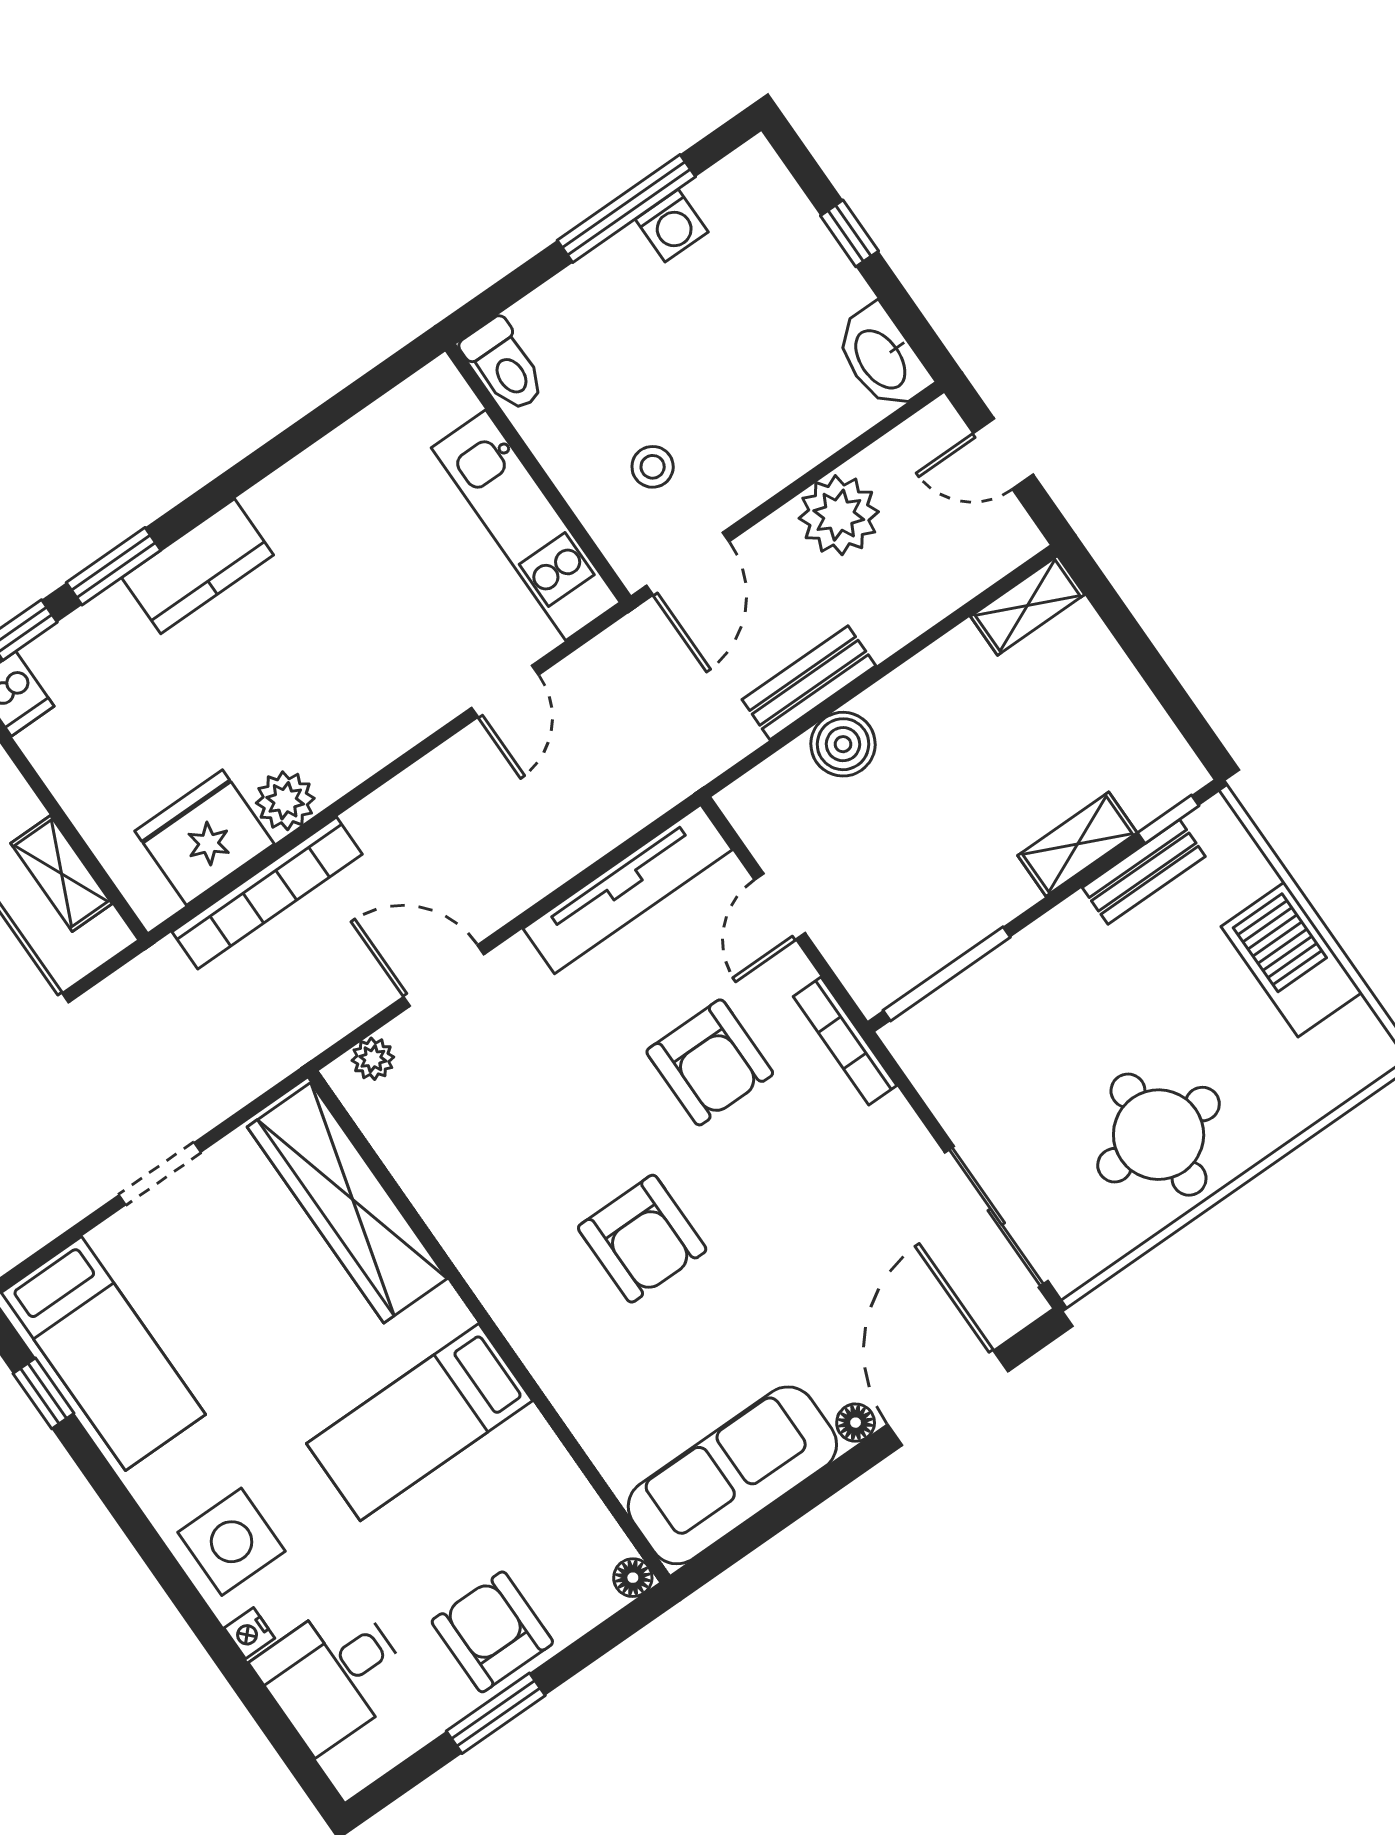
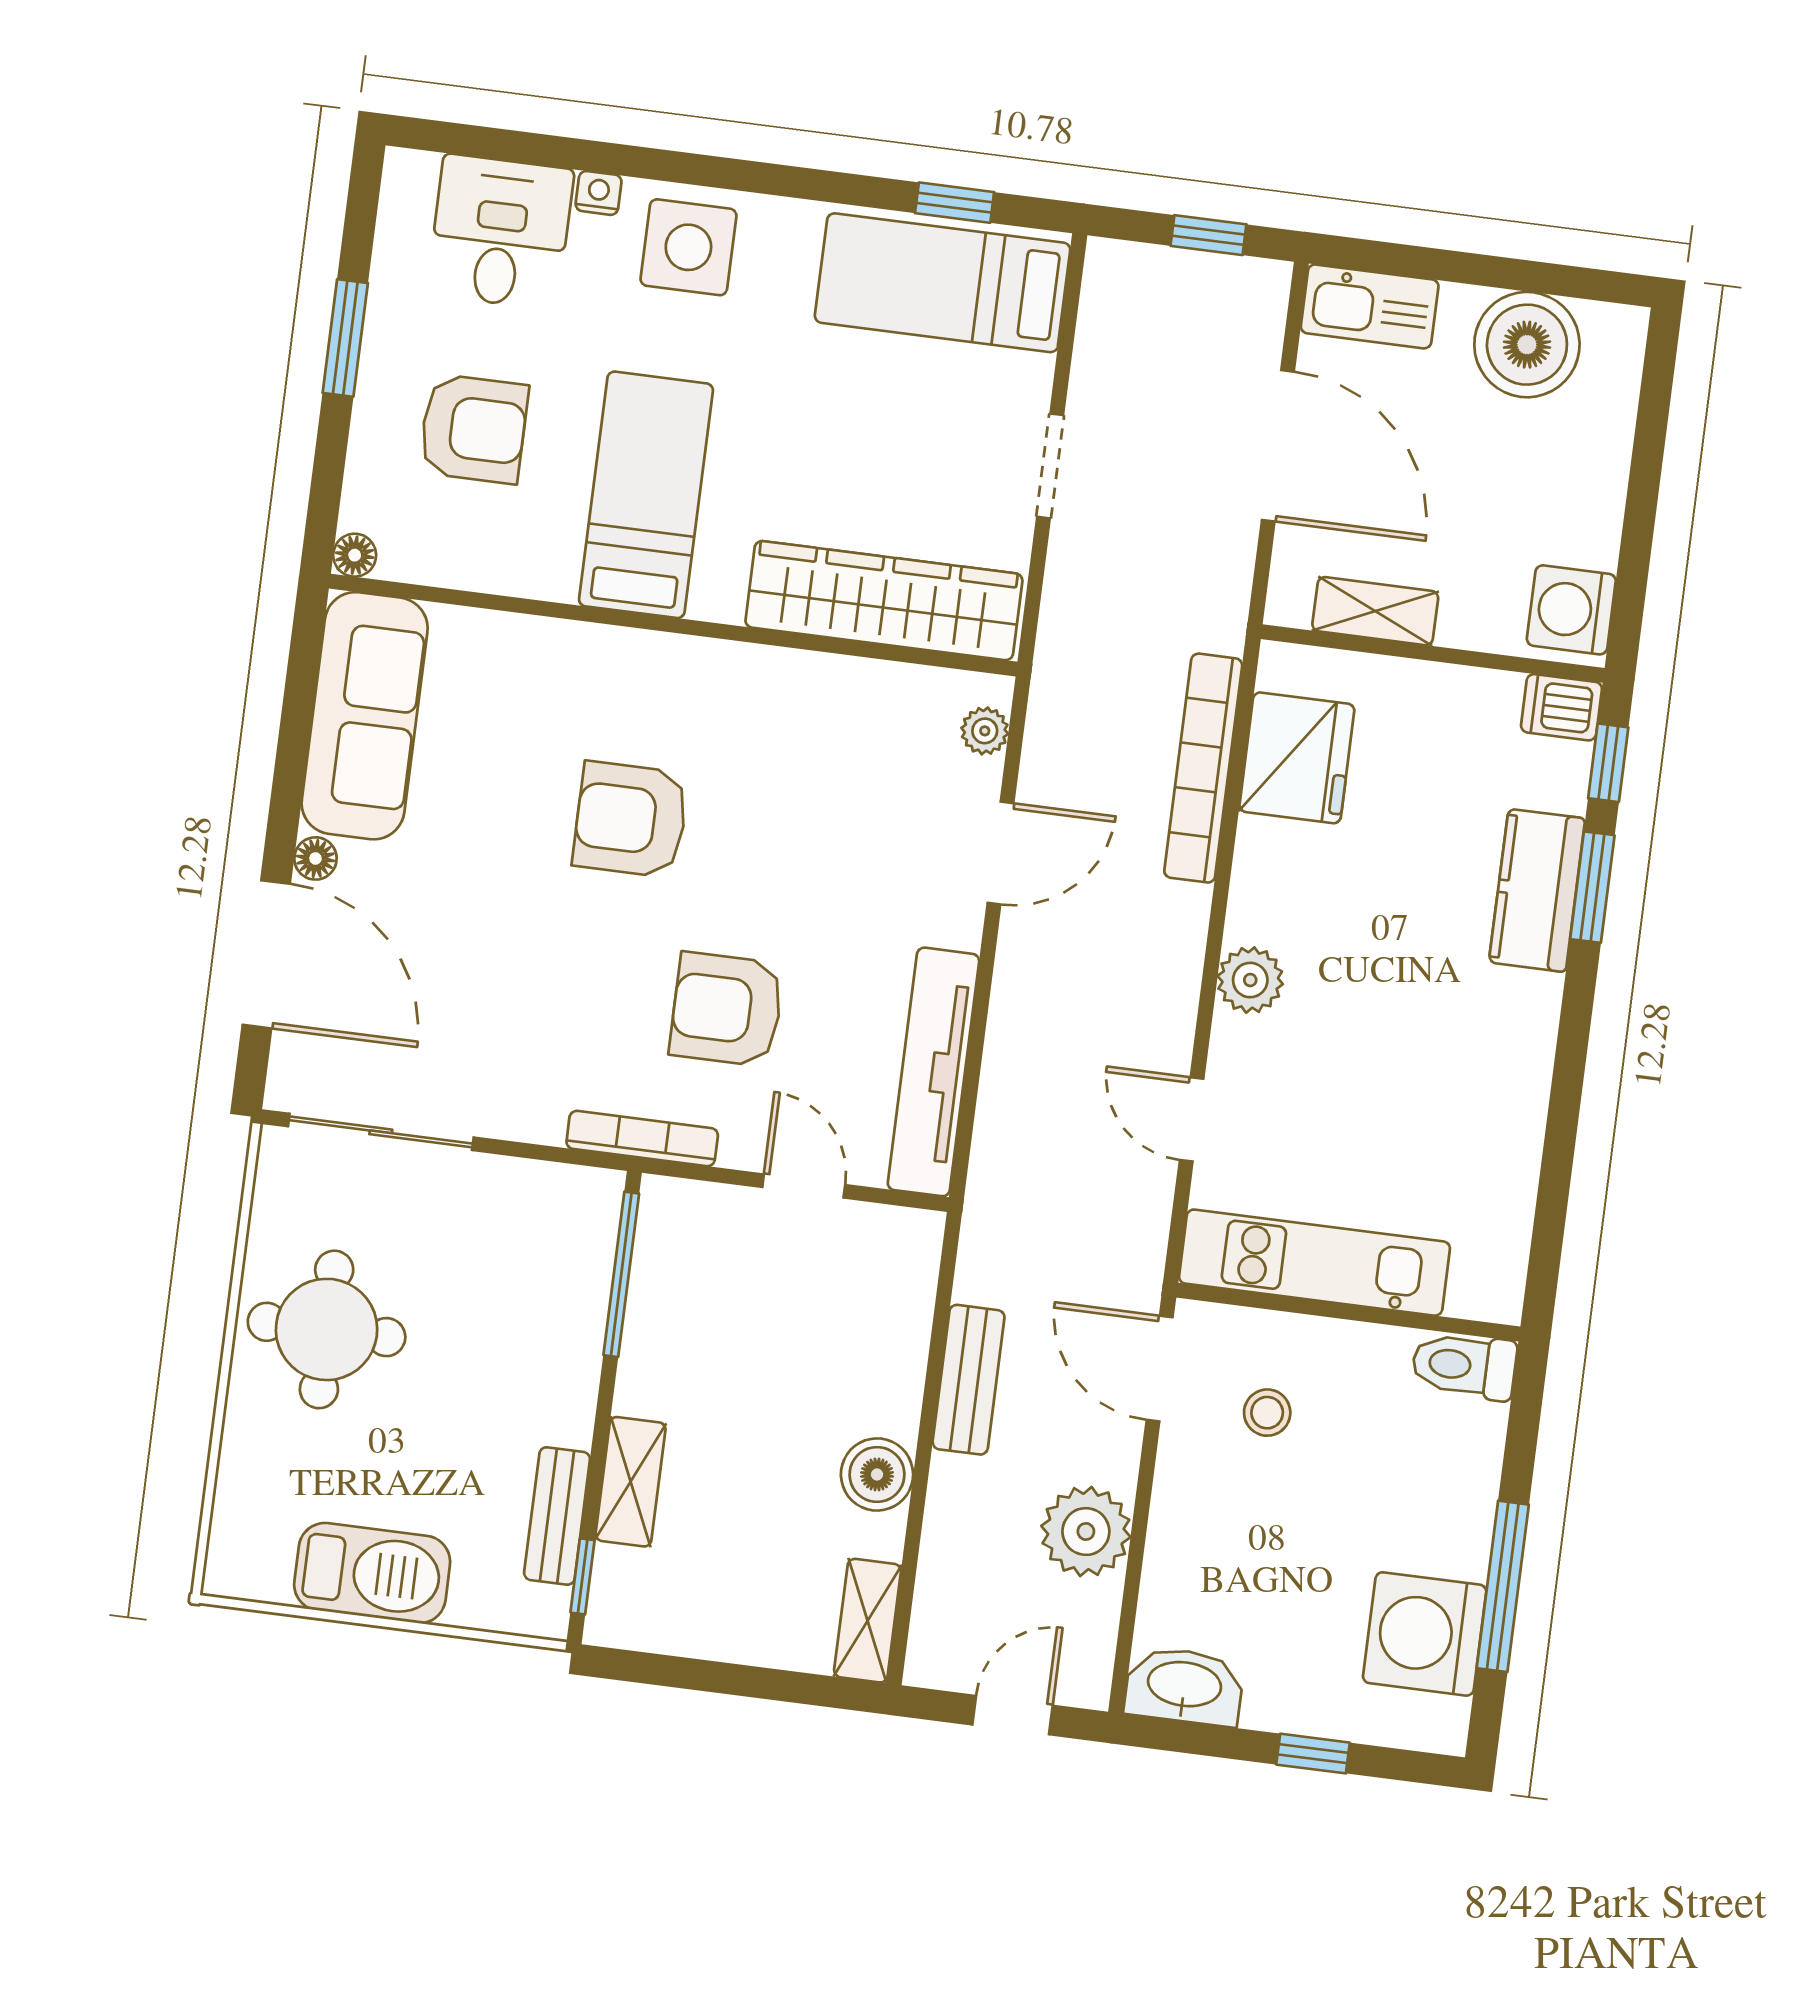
washing machine: (672, 226) -> (1425, 1634), width x1.89, depth x1.89
kitchen counter: (198, 566) -> (1537, 890), moved
boiler: (843, 744) -> (877, 1474), moved
plant: (285, 801) -> (1250, 980), moved
armchair: (492, 1632) -> (474, 429), moved

